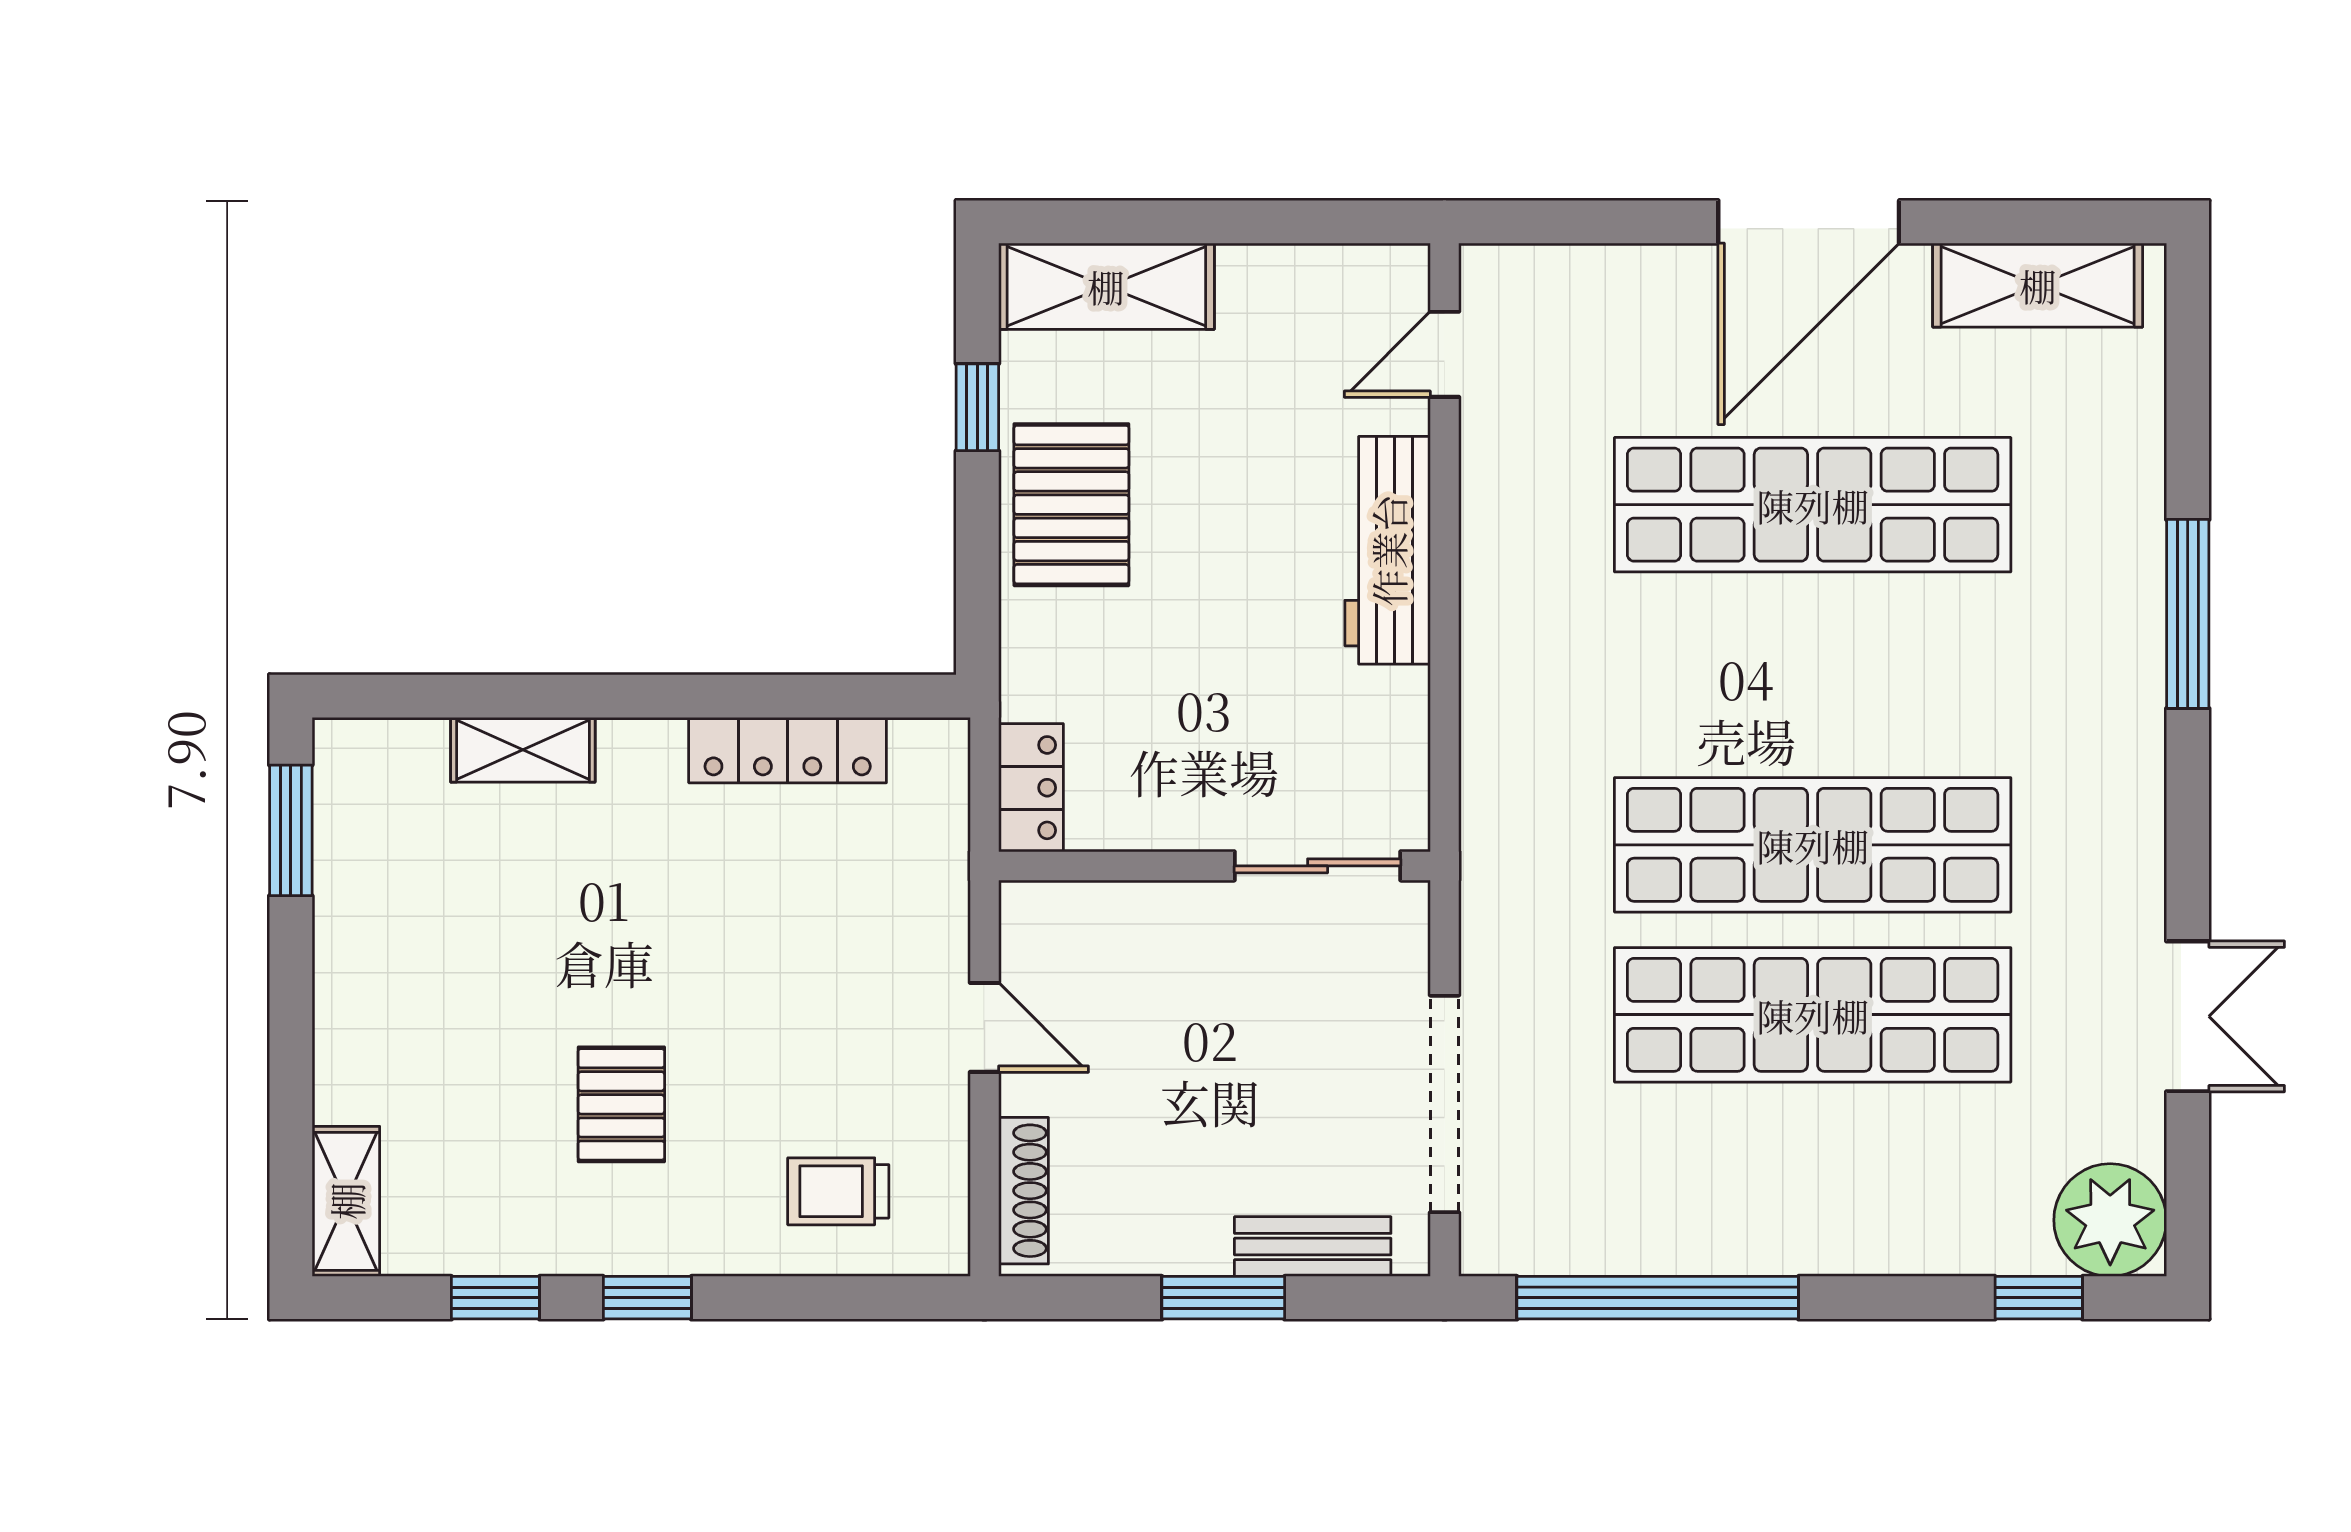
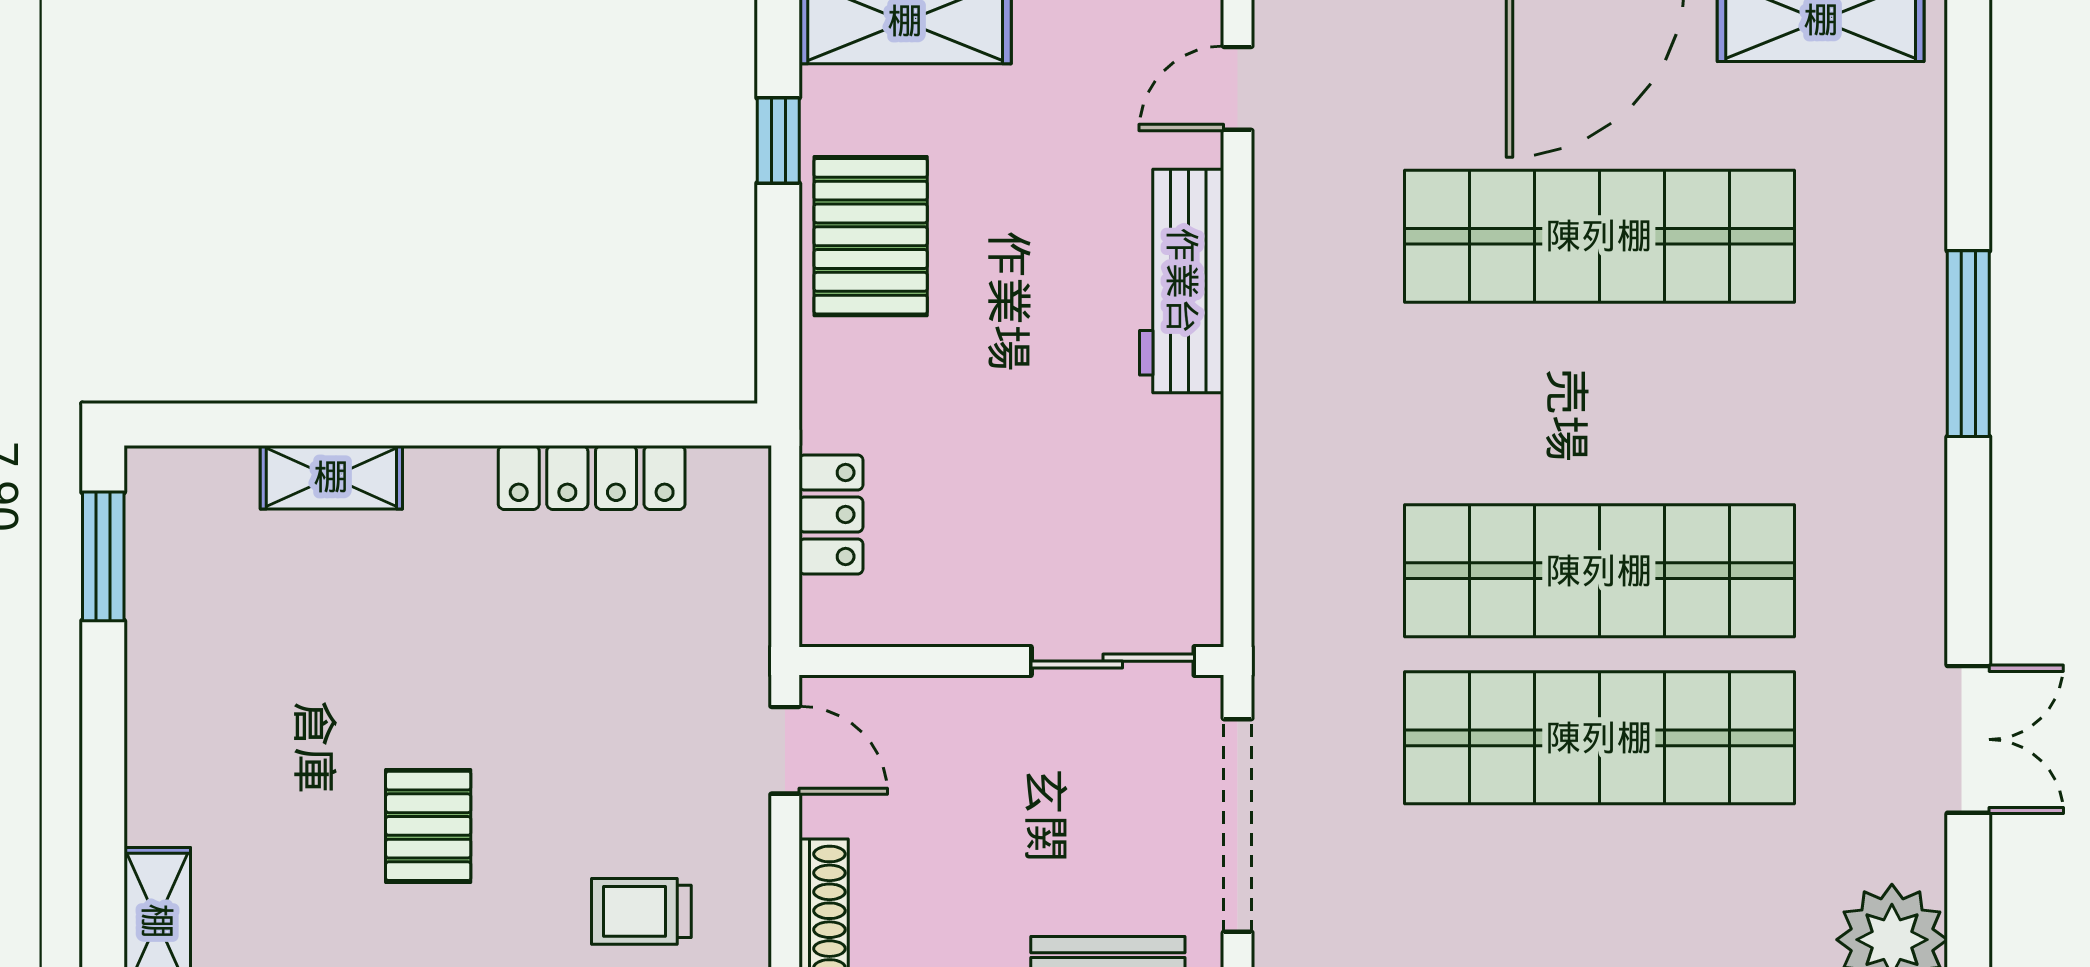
wall: (1214, 866) -> (1011, 661), moved
sliding door: (1318, 866) -> (1113, 661), moved

